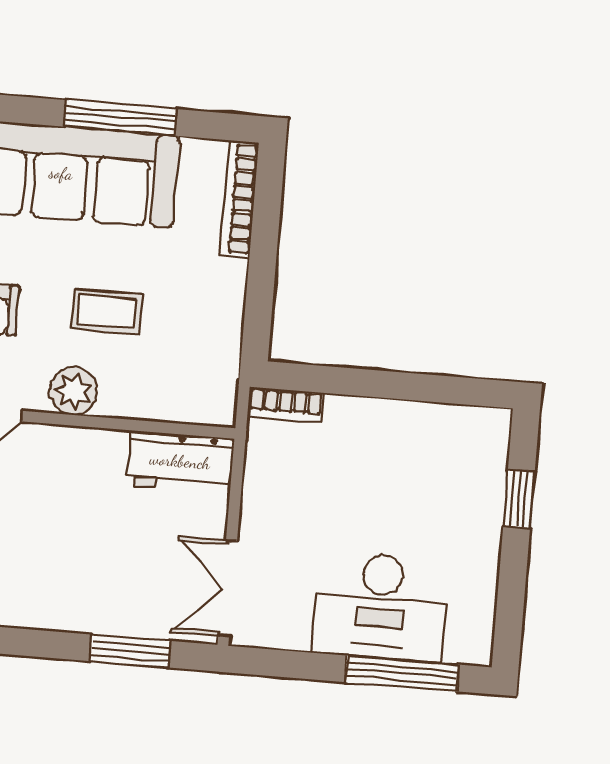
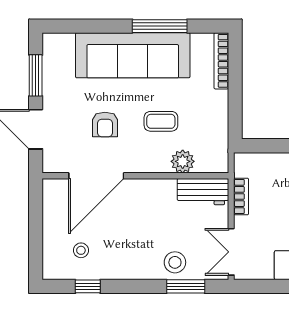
plant: (73, 391) -> (183, 161), moved
bookcase: (286, 405) -> (241, 196), moved, turned -90
stool: (112, 600) -> (175, 262), added

